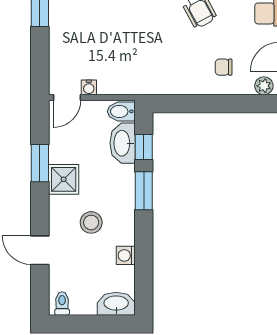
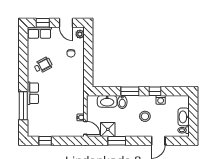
bidet: (121, 111) -> (122, 102), moved
window: (144, 147) -> (155, 91), moved
shower: (64, 179) -> (108, 129), moved
washbasin: (116, 304) -> (184, 117), moved

